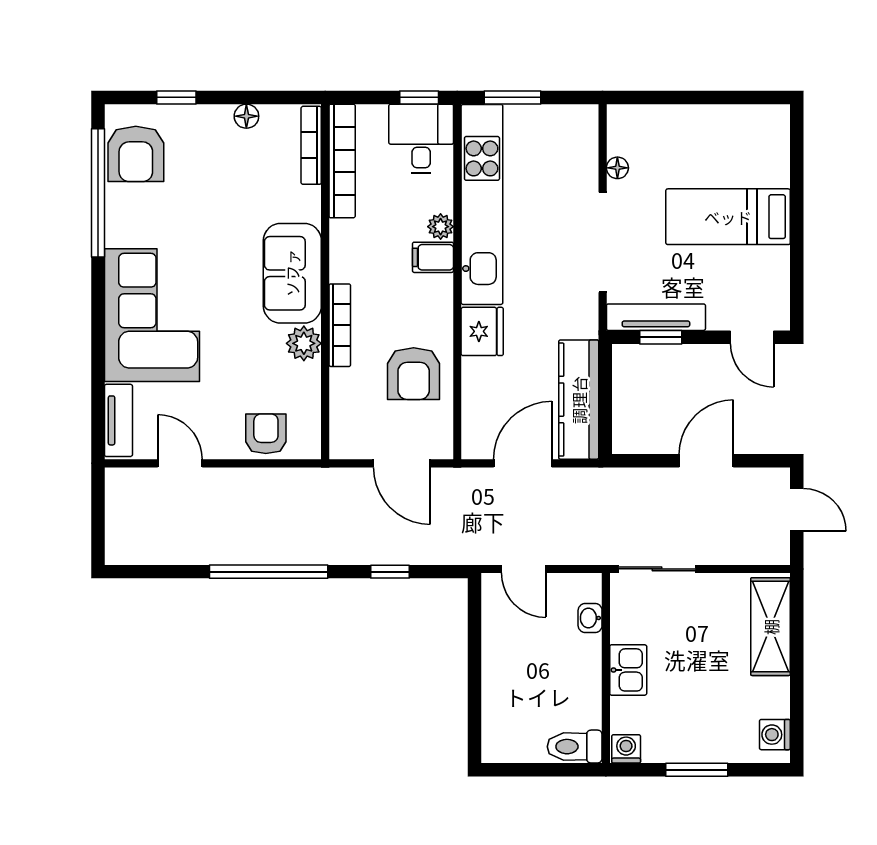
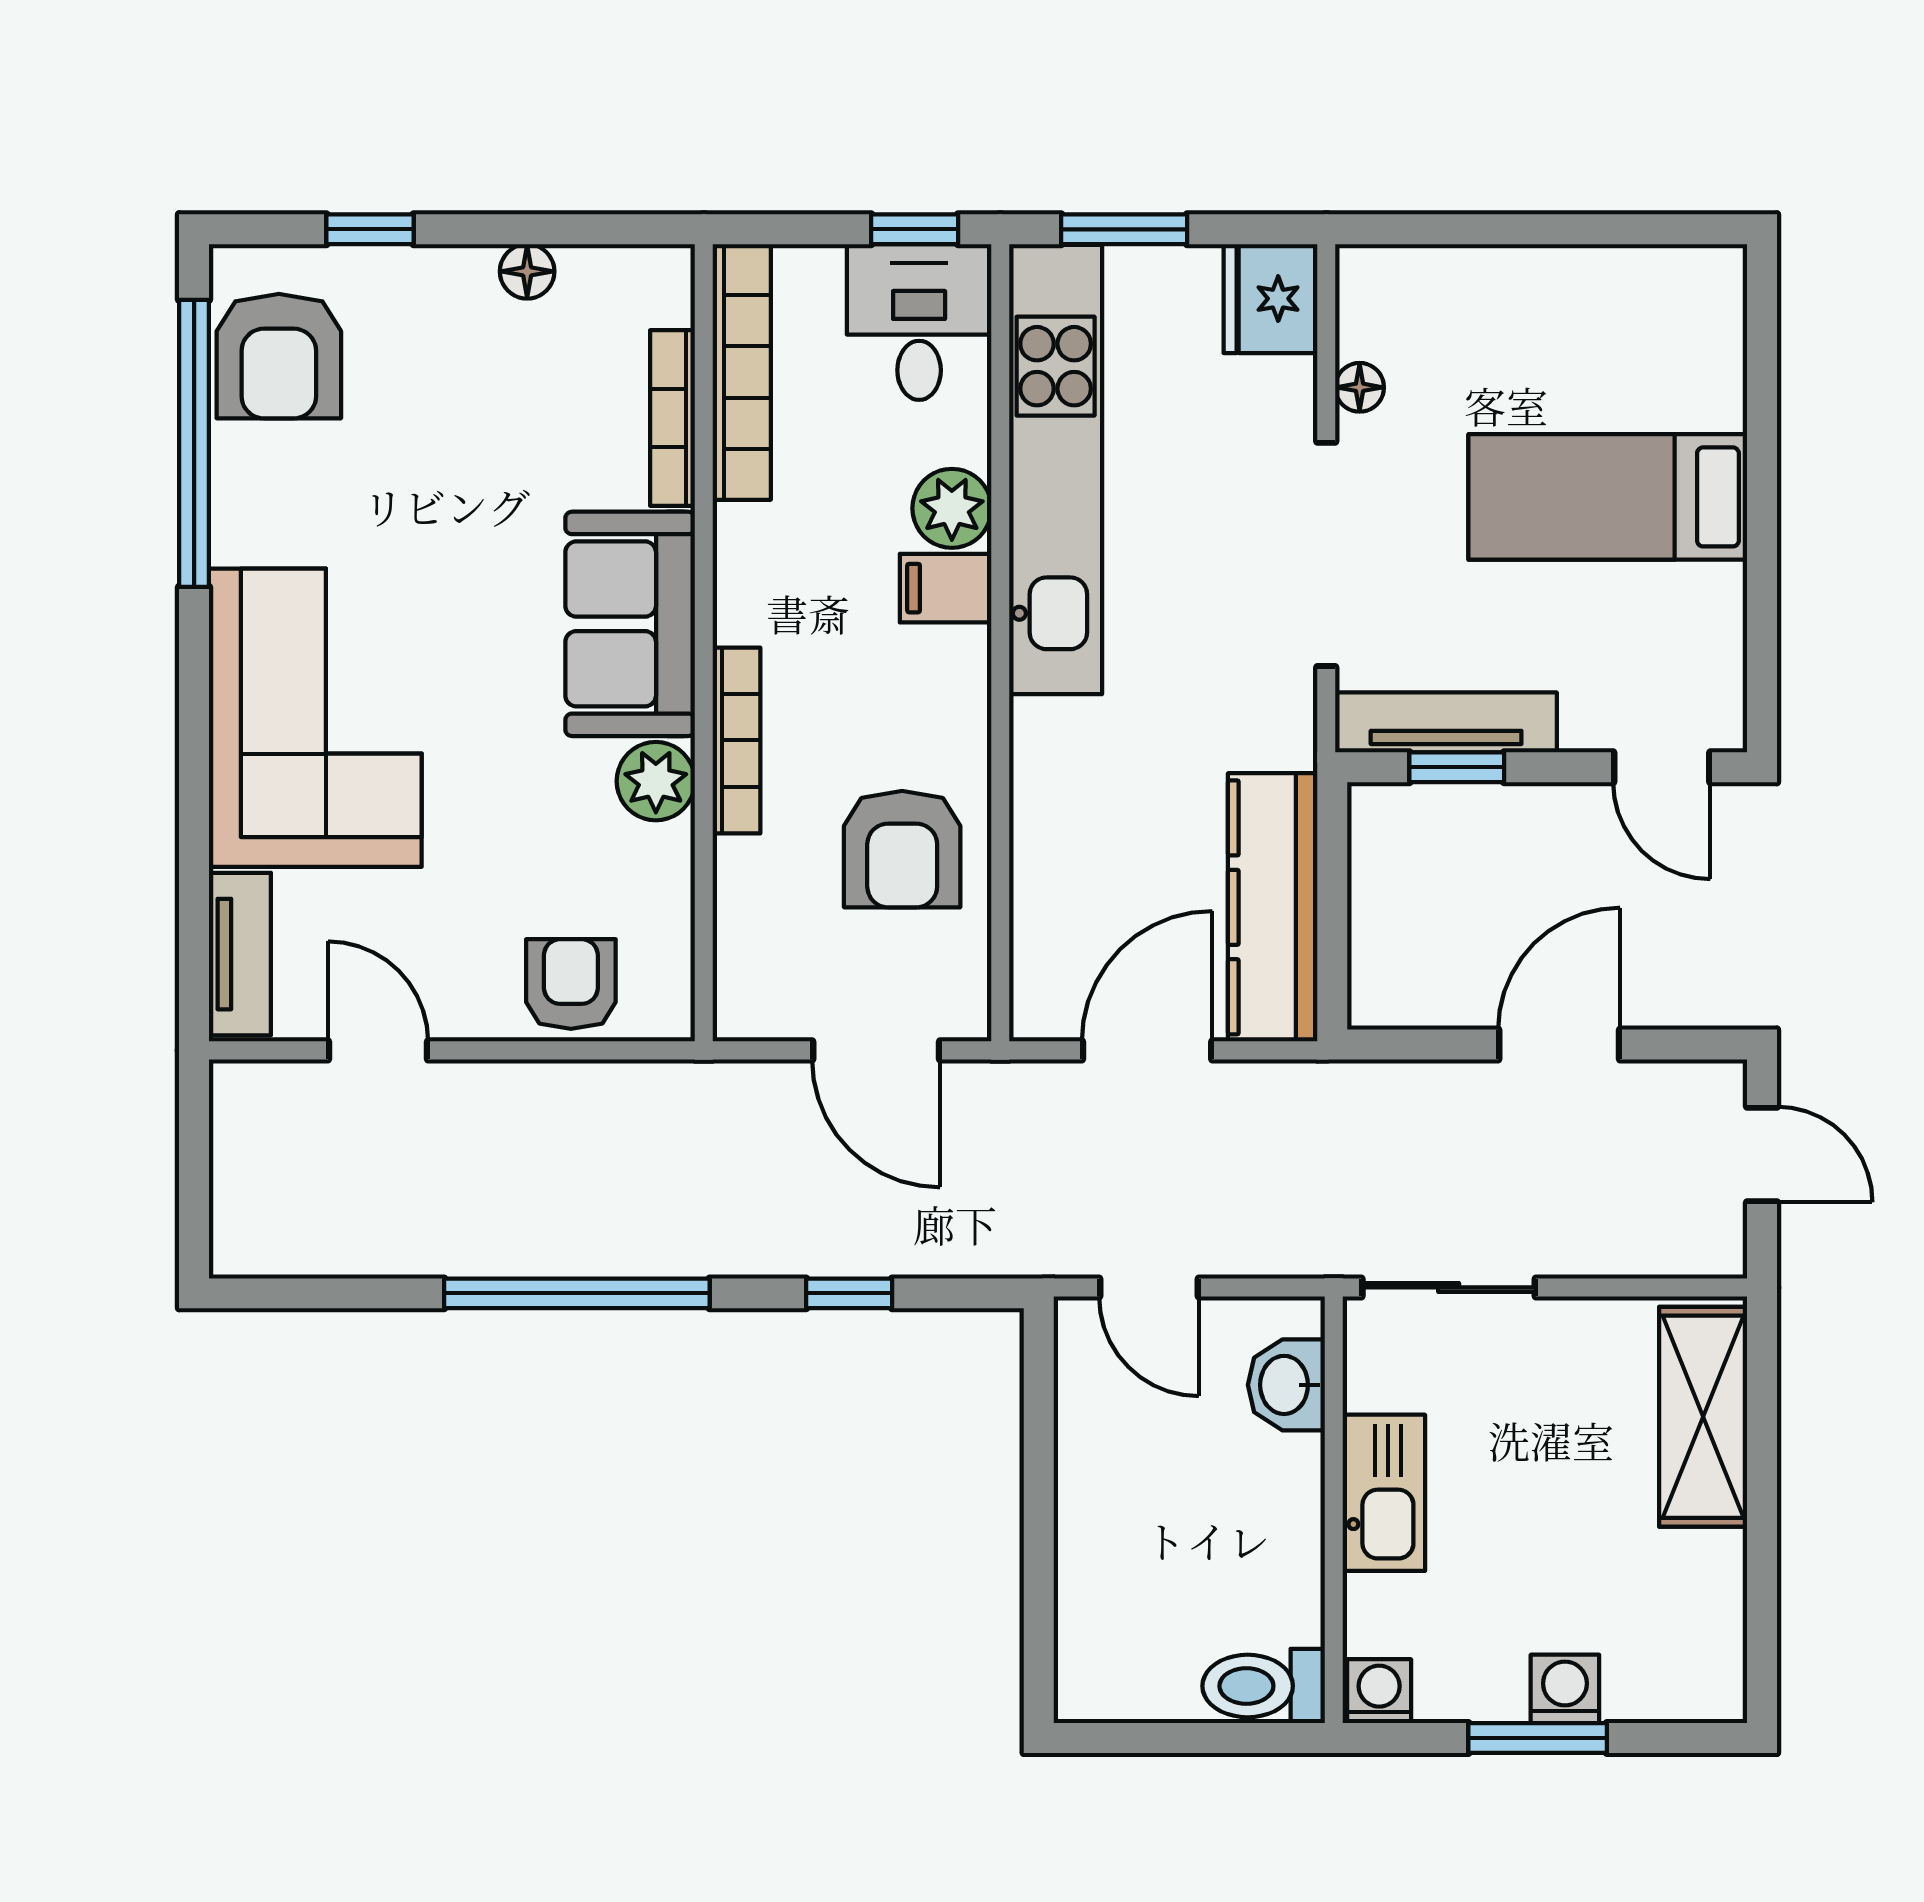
bookcase: (311, 145) -> (672, 418), moved
plant: (441, 227) -> (952, 508), width x1.38, depth x1.38
fridge: (482, 331) -> (1271, 299), moved, turned 180
washbasin: (590, 618) -> (1286, 1385), width x1.38, depth x1.45
kitchen sink: (628, 670) -> (1384, 1493), width x1.38
washing machine: (775, 735) -> (1565, 1689), moved, turned 90

